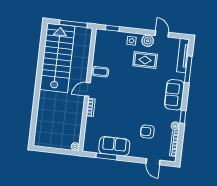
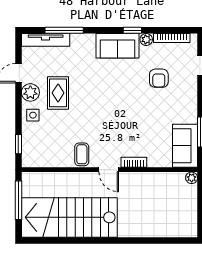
sofa: (174, 95) -> (118, 46), moved
sofa: (114, 146) -> (185, 146), moved

